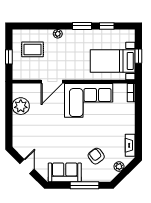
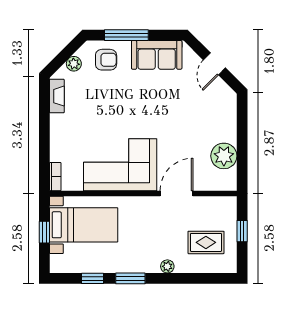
armchair: (96, 156) -> (106, 60), moved, turned -53

